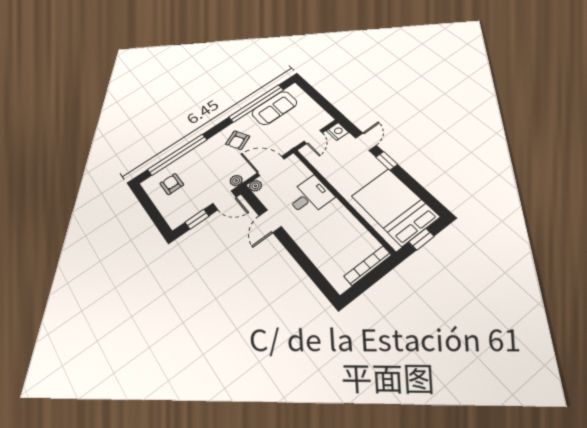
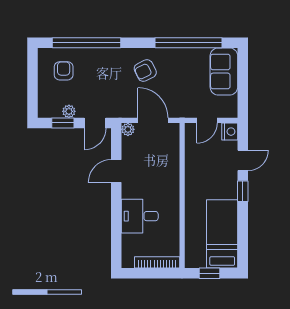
sofa: (274, 108) -> (224, 71), moved, turned 90
plant: (236, 180) -> (69, 111), moved
desk: (310, 196) -> (140, 216), moved, turned 180
door: (225, 200) -> (95, 123), hinge flipped
bed: (395, 206) -> (222, 234), width x0.67

